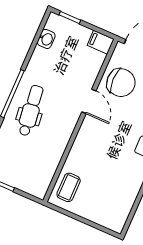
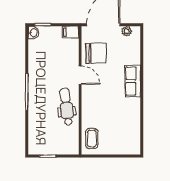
washbasin: (46, 39) -> (33, 33), moved
dental chair: (31, 111) -> (66, 107), moved

